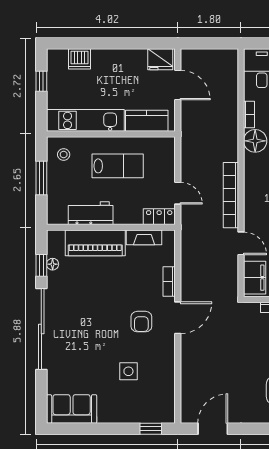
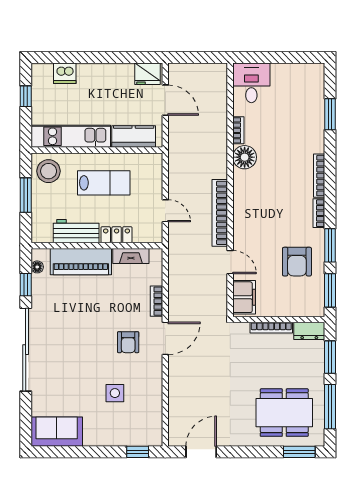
stool: (64, 154) -> (49, 171), width x1.89, depth x1.89
locker: (159, 217) -> (117, 235), moved
floor lamp: (53, 264) -> (37, 267), moved

